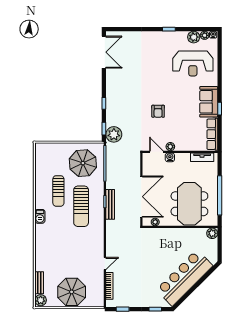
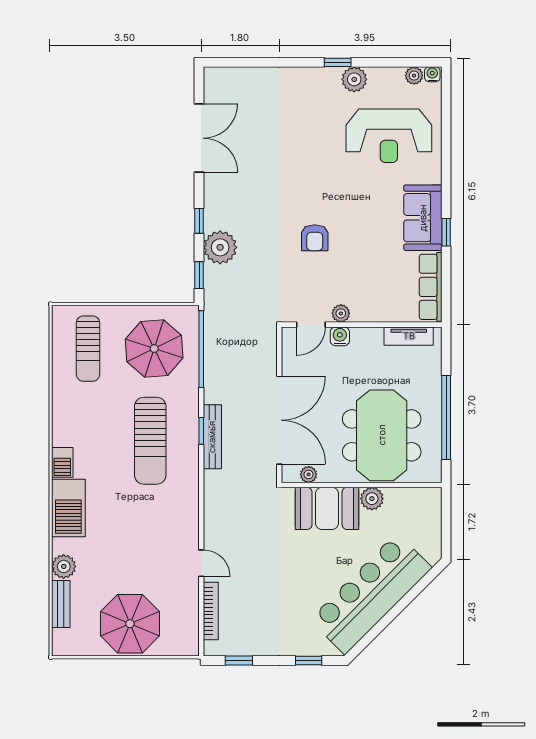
plant: (194, 37) -> (354, 79), moved
double door: (104, 52) -> (199, 138), moved
plant: (114, 134) -> (220, 247), moved
door: (156, 152) -> (311, 325), swing flipped
sun lounger: (58, 191) -> (88, 349), moved
plant: (212, 233) -> (372, 499), moved
barbecue: (43, 238) -> (68, 508), added
booth: (164, 238) -> (327, 508), added
door: (105, 264) -> (201, 563), hinge flipped
plant: (41, 300) -> (64, 566), moved

